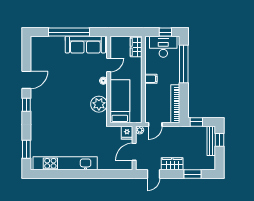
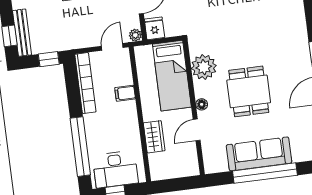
sofa: (85, 45) -> (259, 154), moved
wardrobe: (136, 47) -> (154, 137), moved
filing cabinet: (151, 79) -> (125, 93), moved
dining table: (72, 85) -> (249, 91), added

